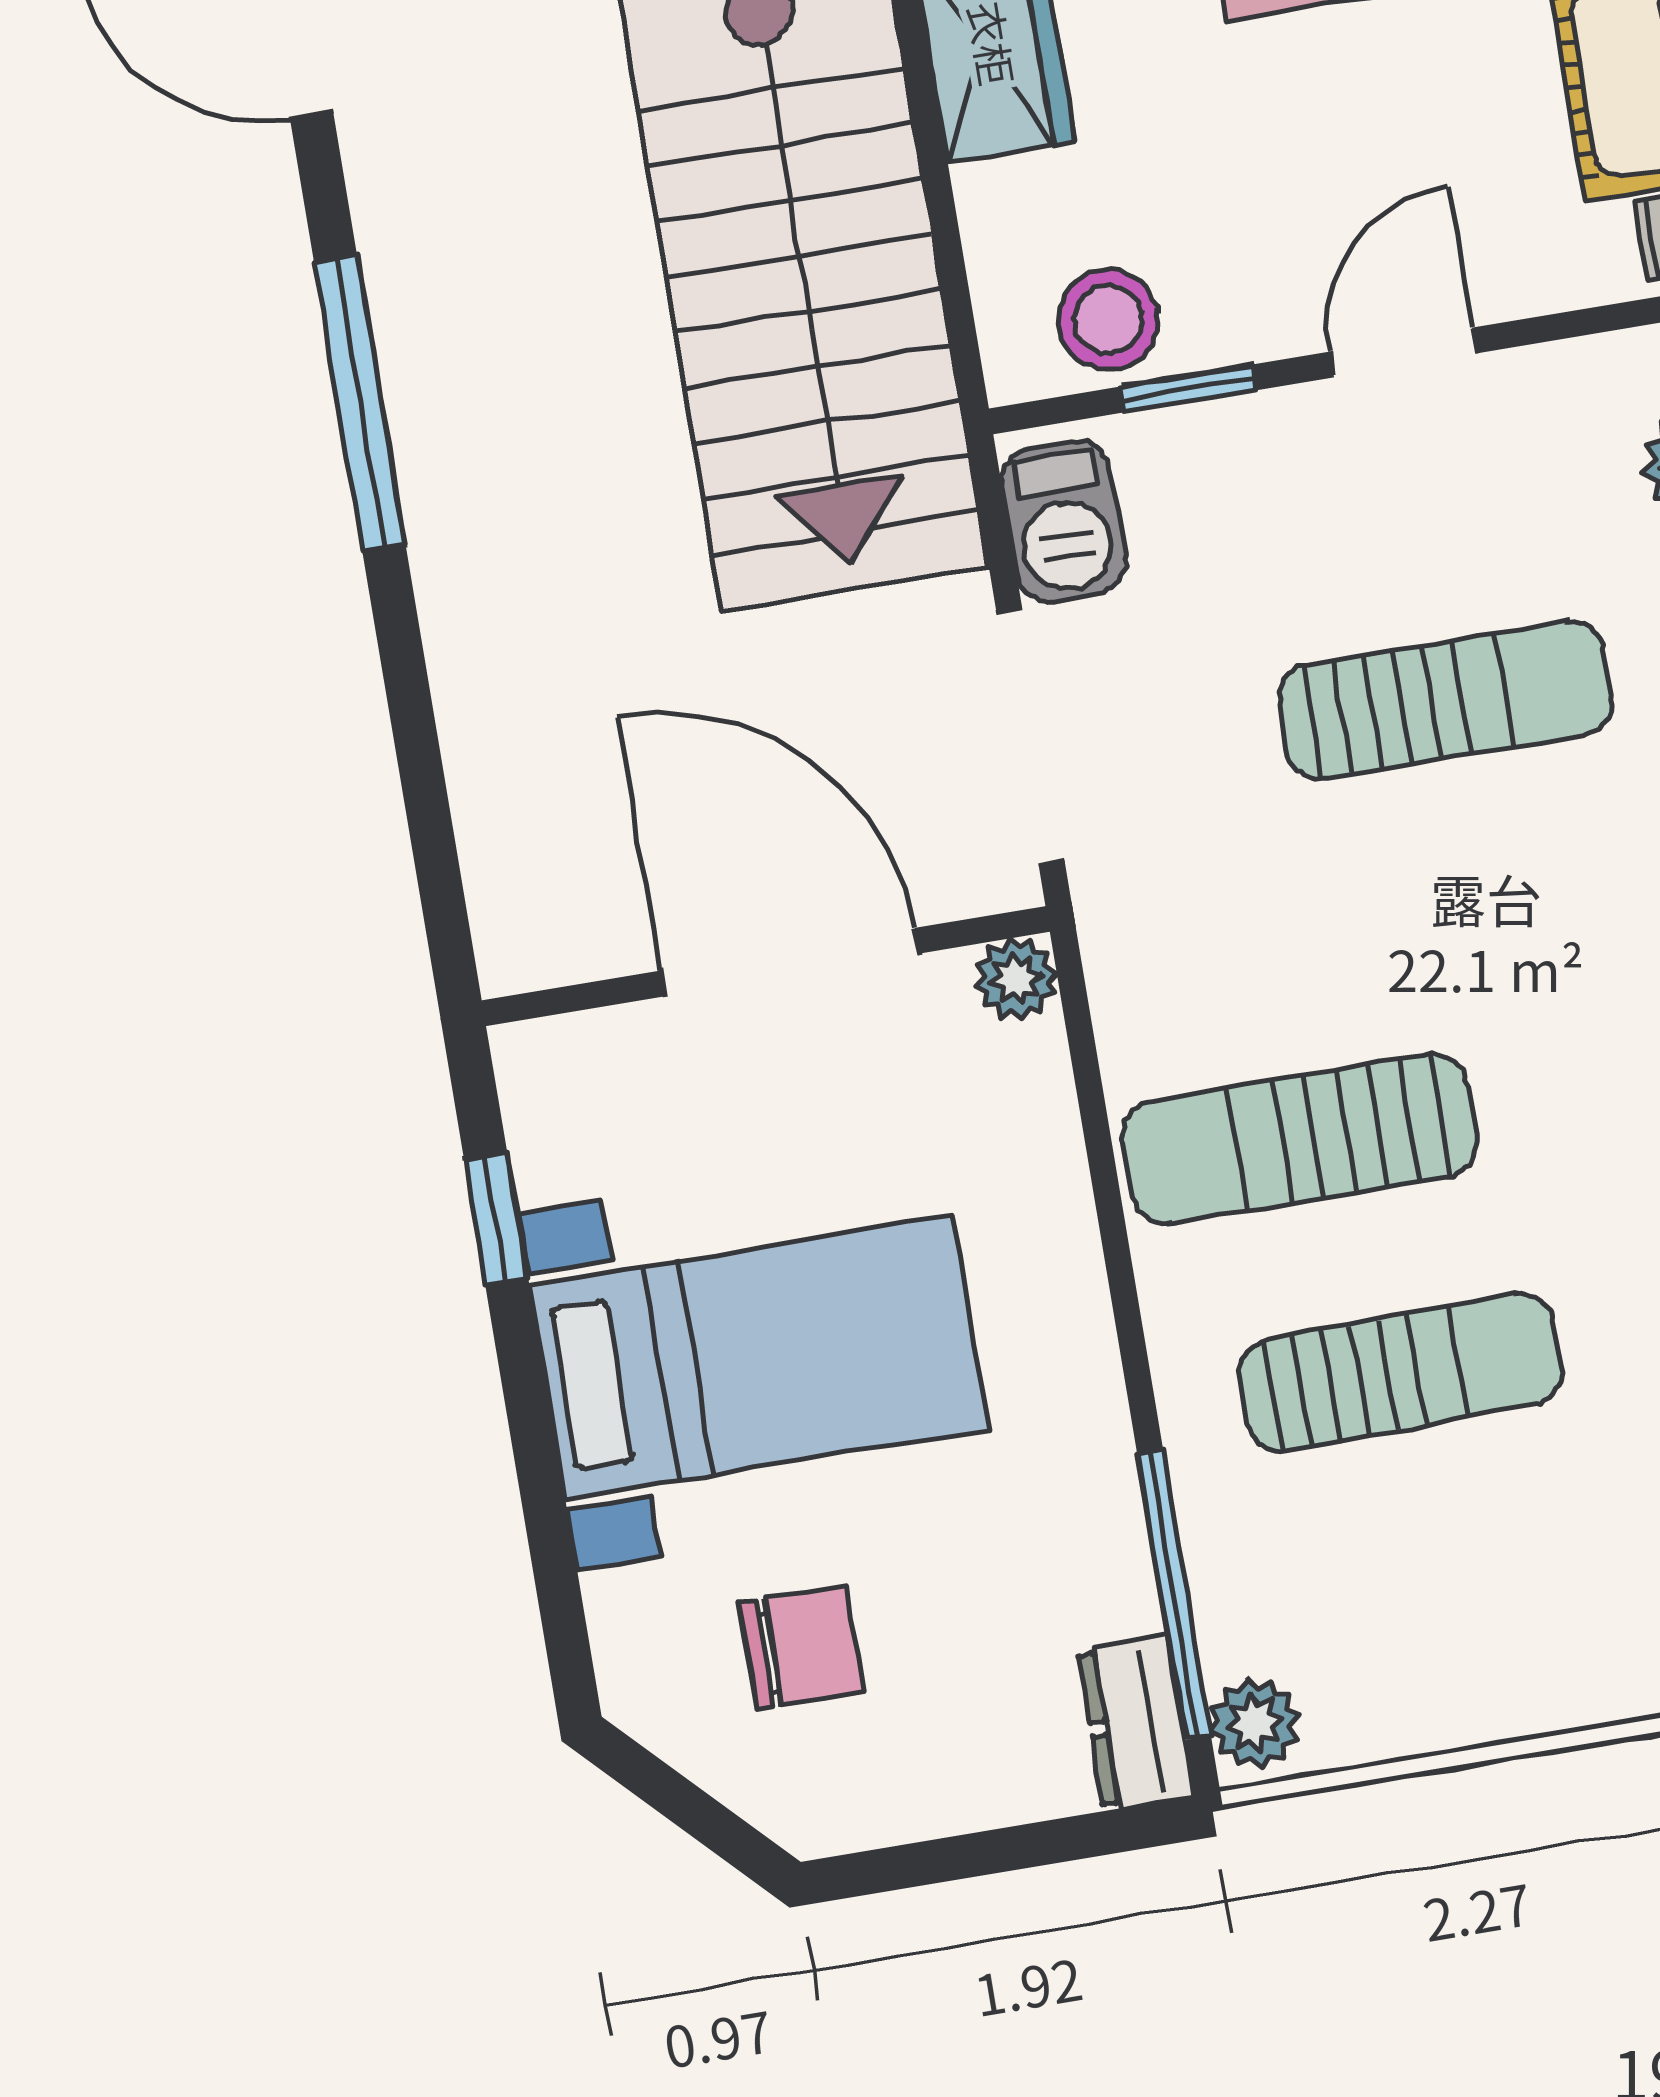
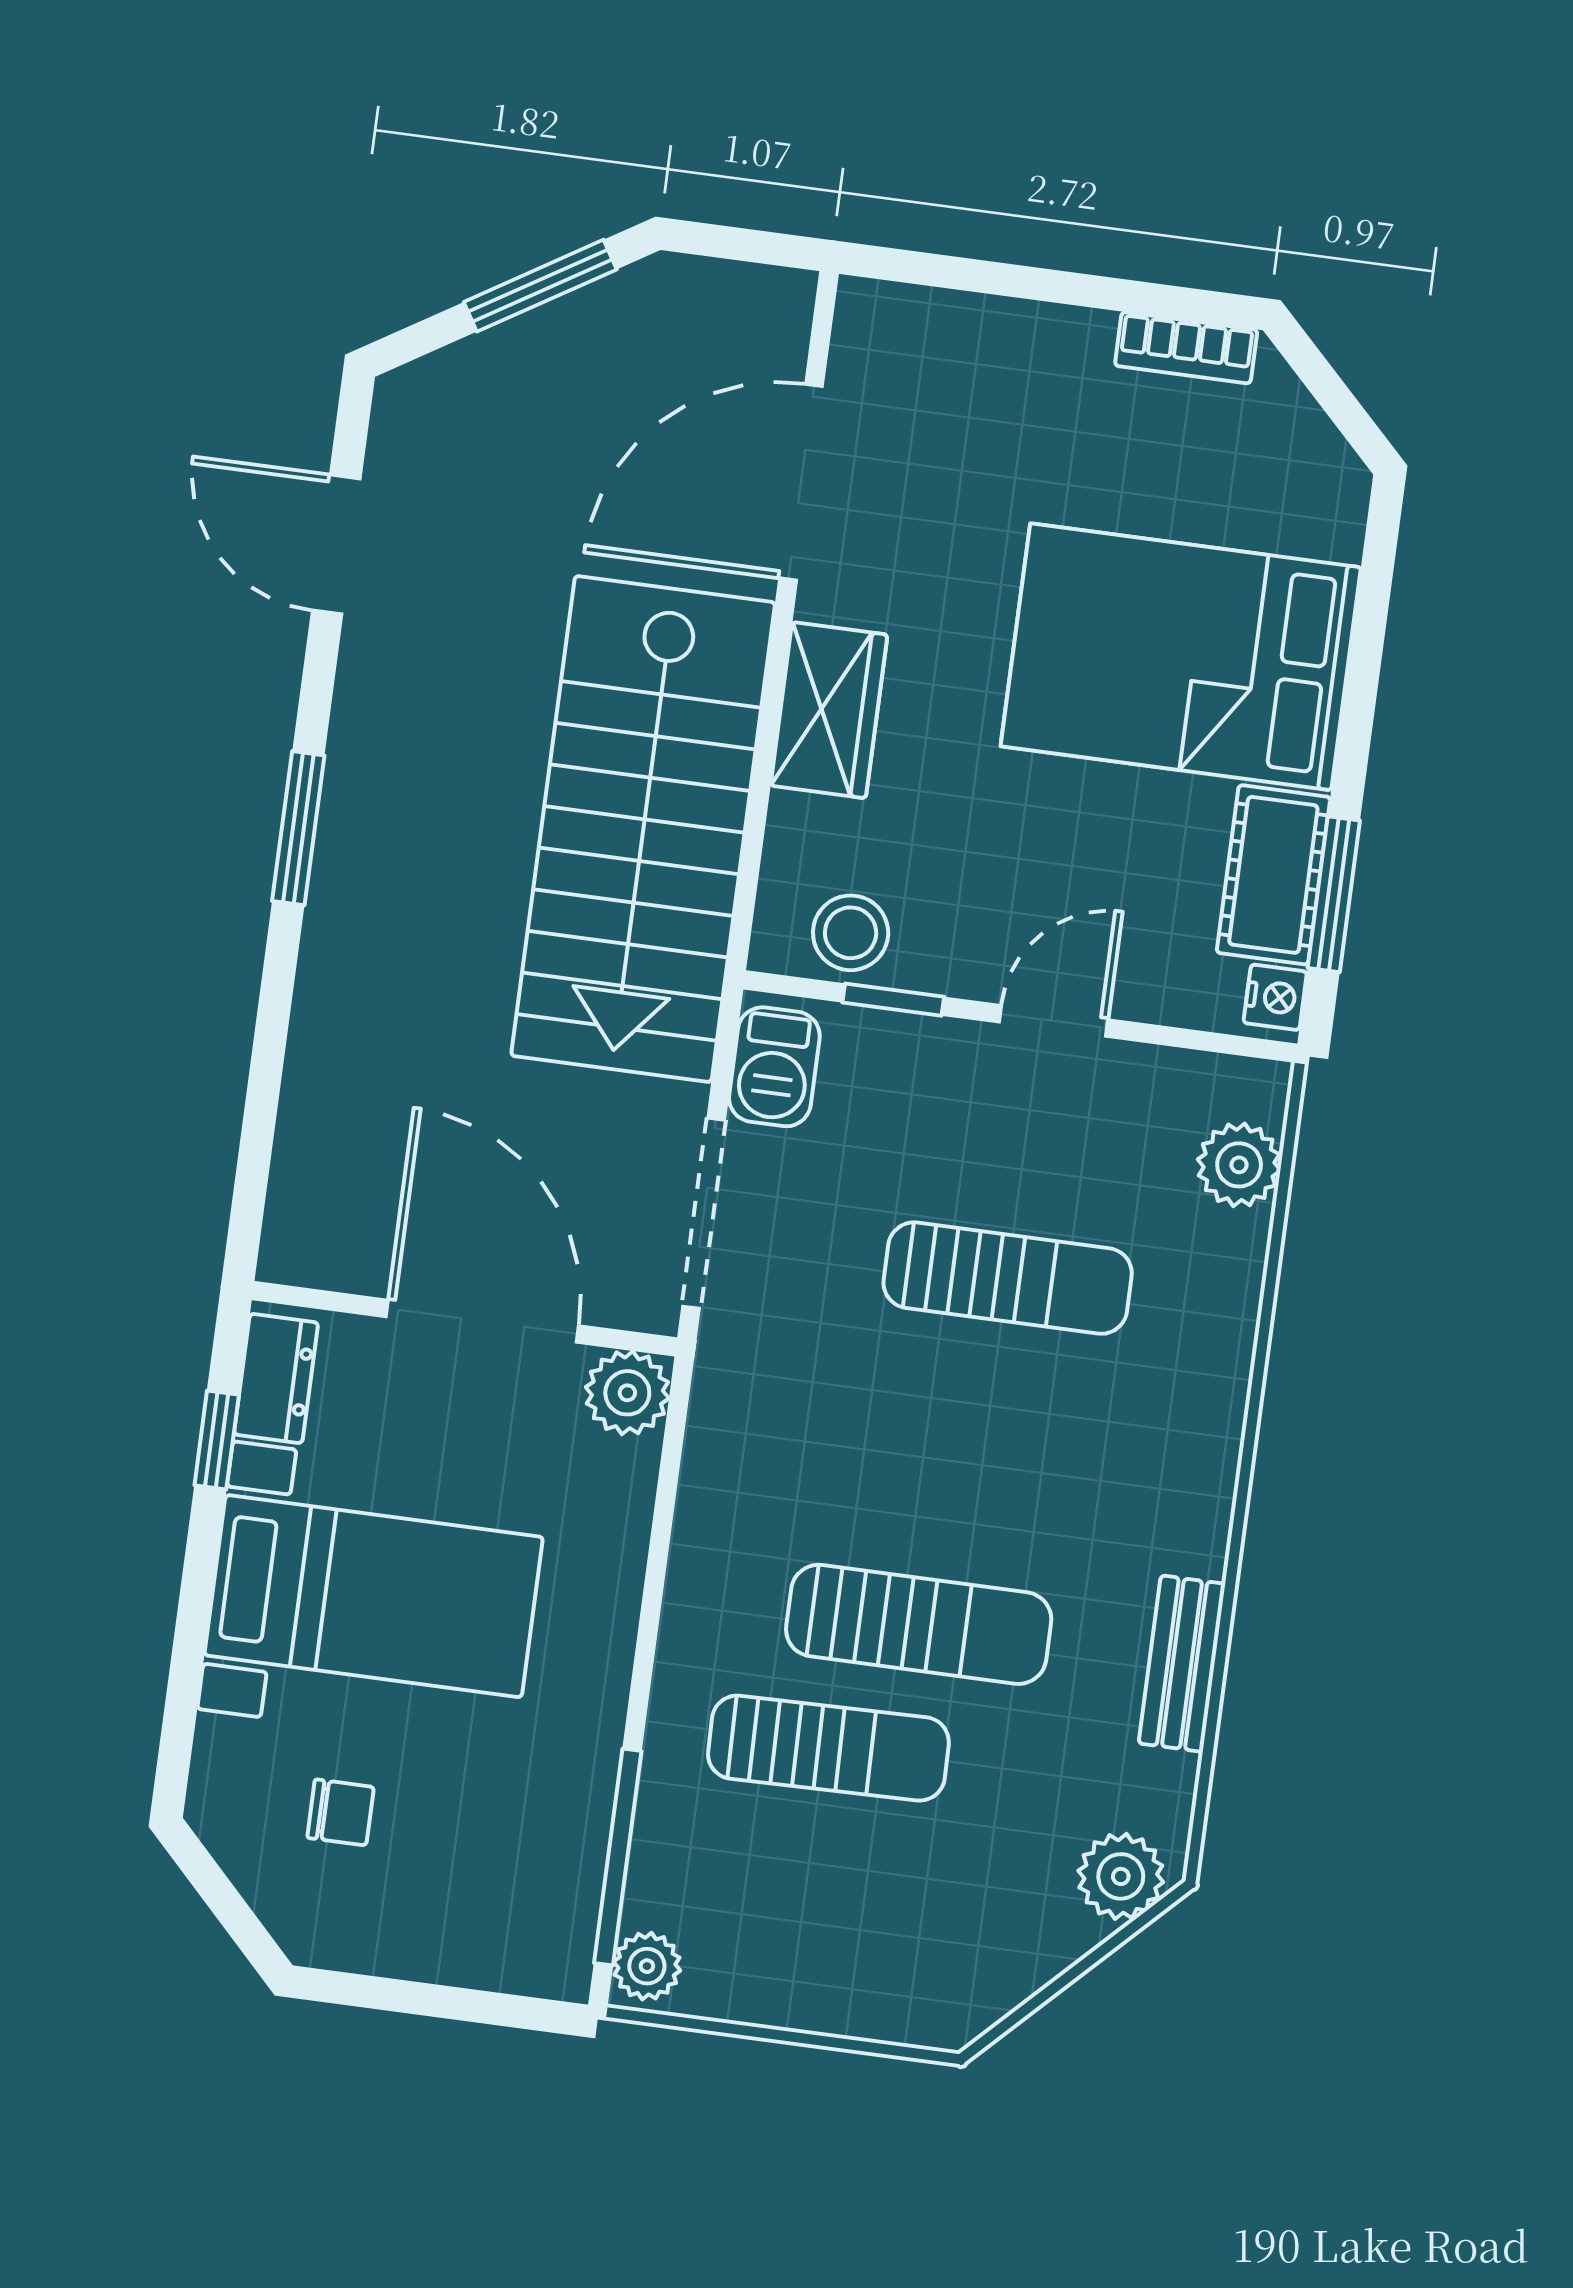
window: (360, 403) -> (298, 828), width x0.69
plant: (1016, 979) -> (627, 1393), width x1.38, depth x1.38
sun lounger: (1300, 1139) -> (919, 1624), moved, turned 180
chair: (802, 1647) -> (341, 1812), width x0.73, depth x0.73
dresser: (1136, 1723) -> (276, 1378), moved, turned 180

